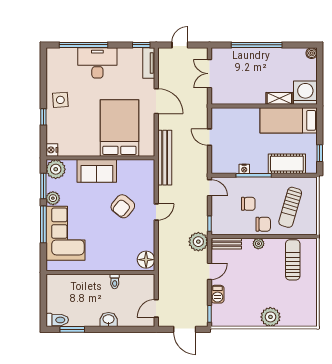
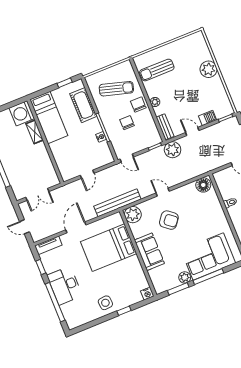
window: (141, 45) -> (41, 267), moved
plant: (56, 169) -> (133, 215), moved
door: (210, 188) -> (127, 158), swing flipped

